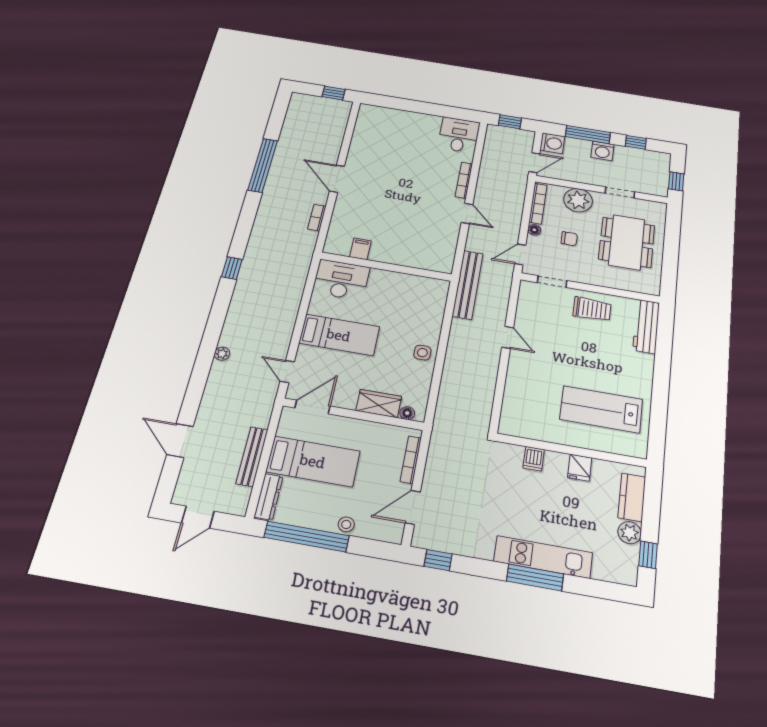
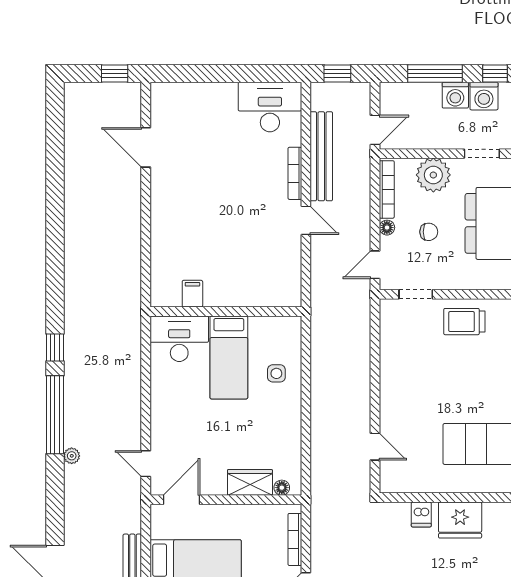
desk: (459, 135) -> (270, 107), width x1.37
washing machine: (552, 143) -> (484, 96), moved, turned 90
window: (263, 165) -> (55, 415), moved
door: (337, 179) -> (146, 147), moved
bookcase: (317, 218) -> (134, 261), removed
bench: (468, 285) -> (321, 156), moved
trolley: (592, 309) -> (464, 322), turned 180
bed: (339, 335) -> (229, 357), moved, turned 90
door: (508, 337) -> (375, 447), moved
side table: (422, 353) -> (276, 373), moved
fridge: (580, 468) -> (460, 520), width x1.88, depth x1.34

